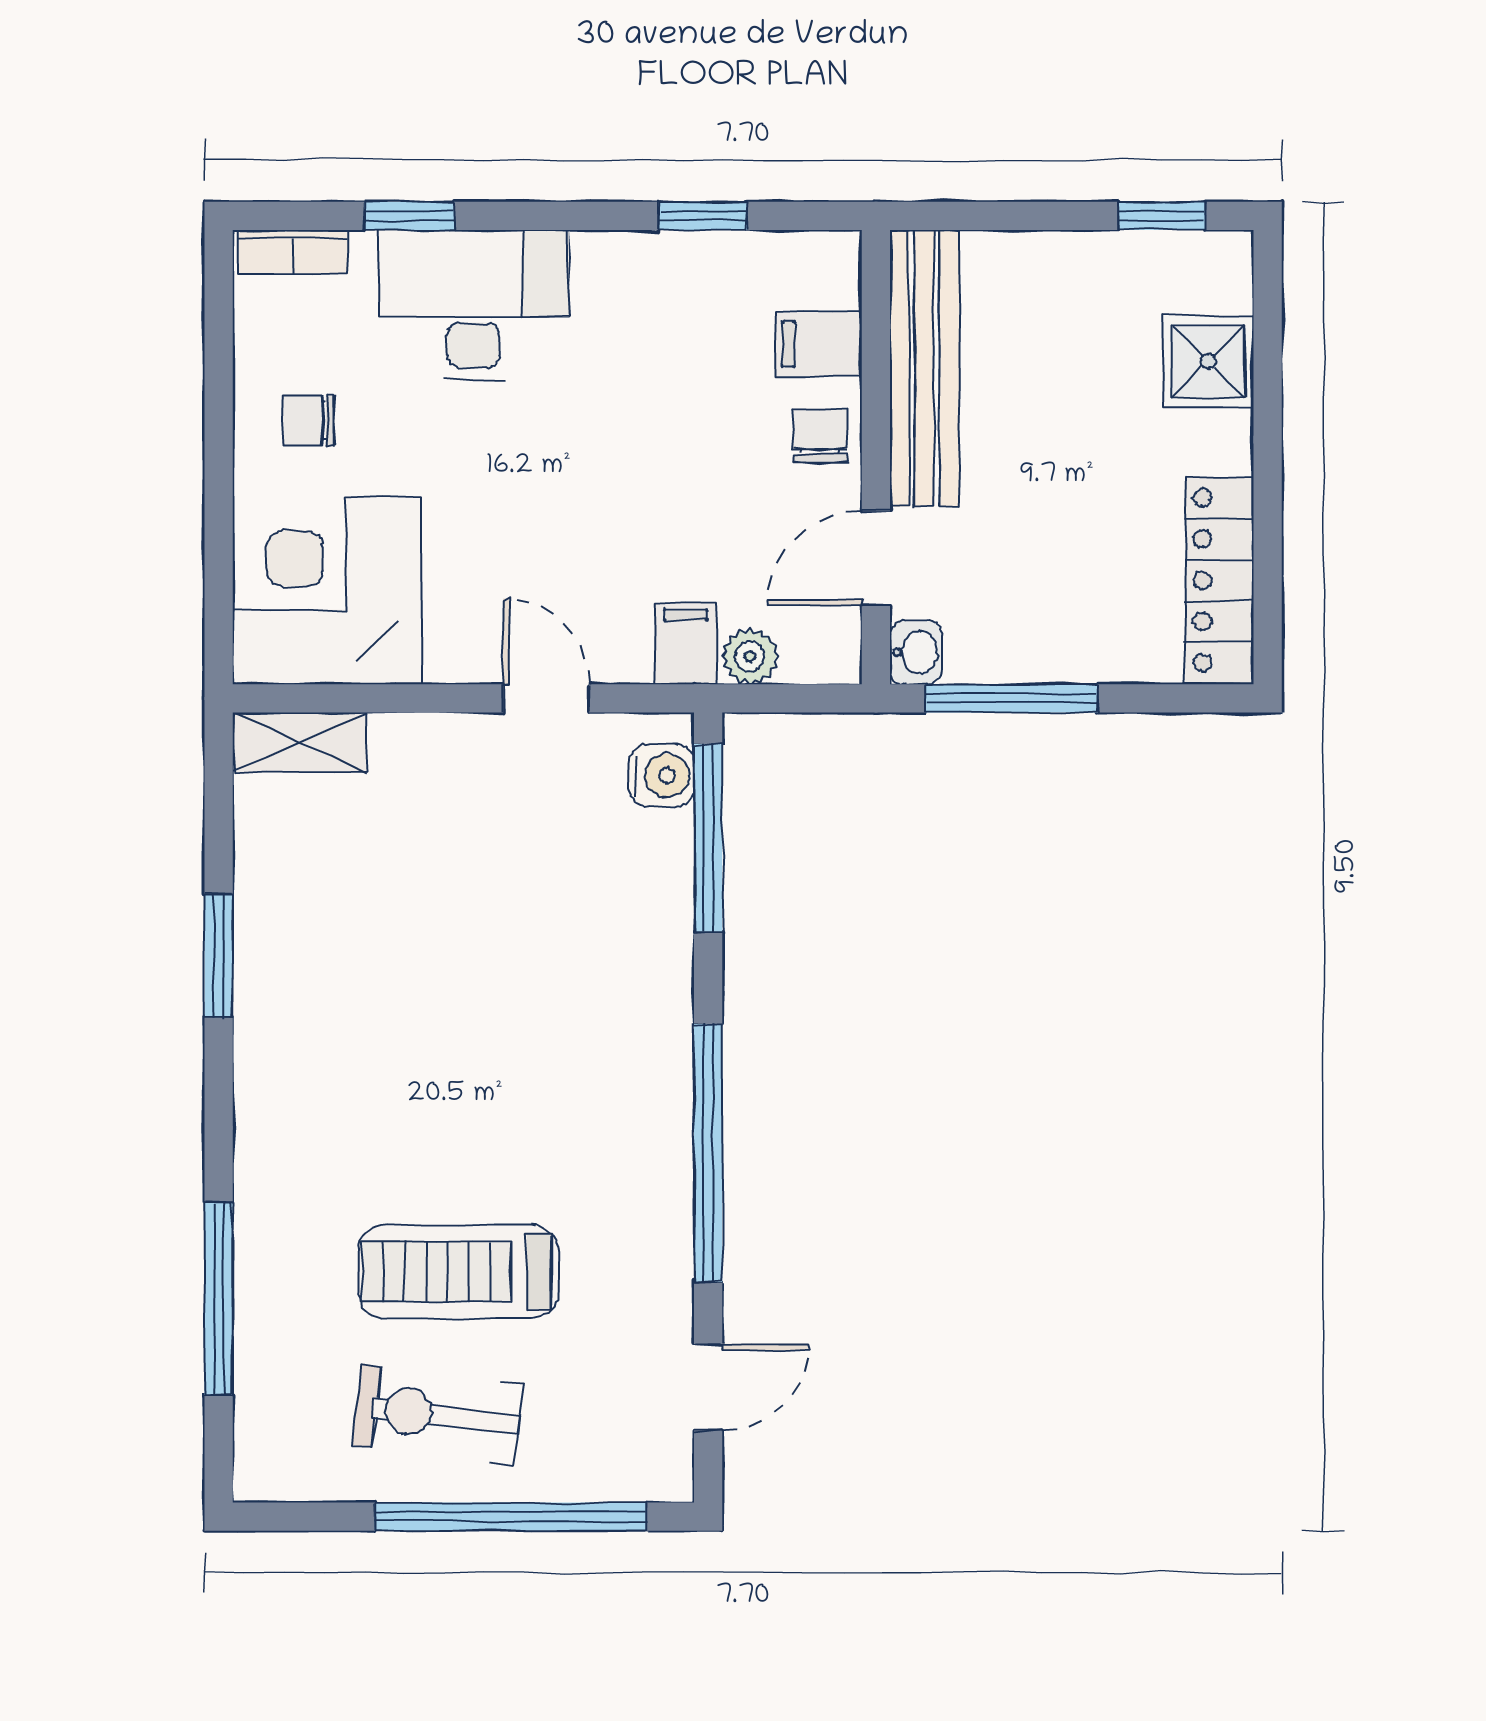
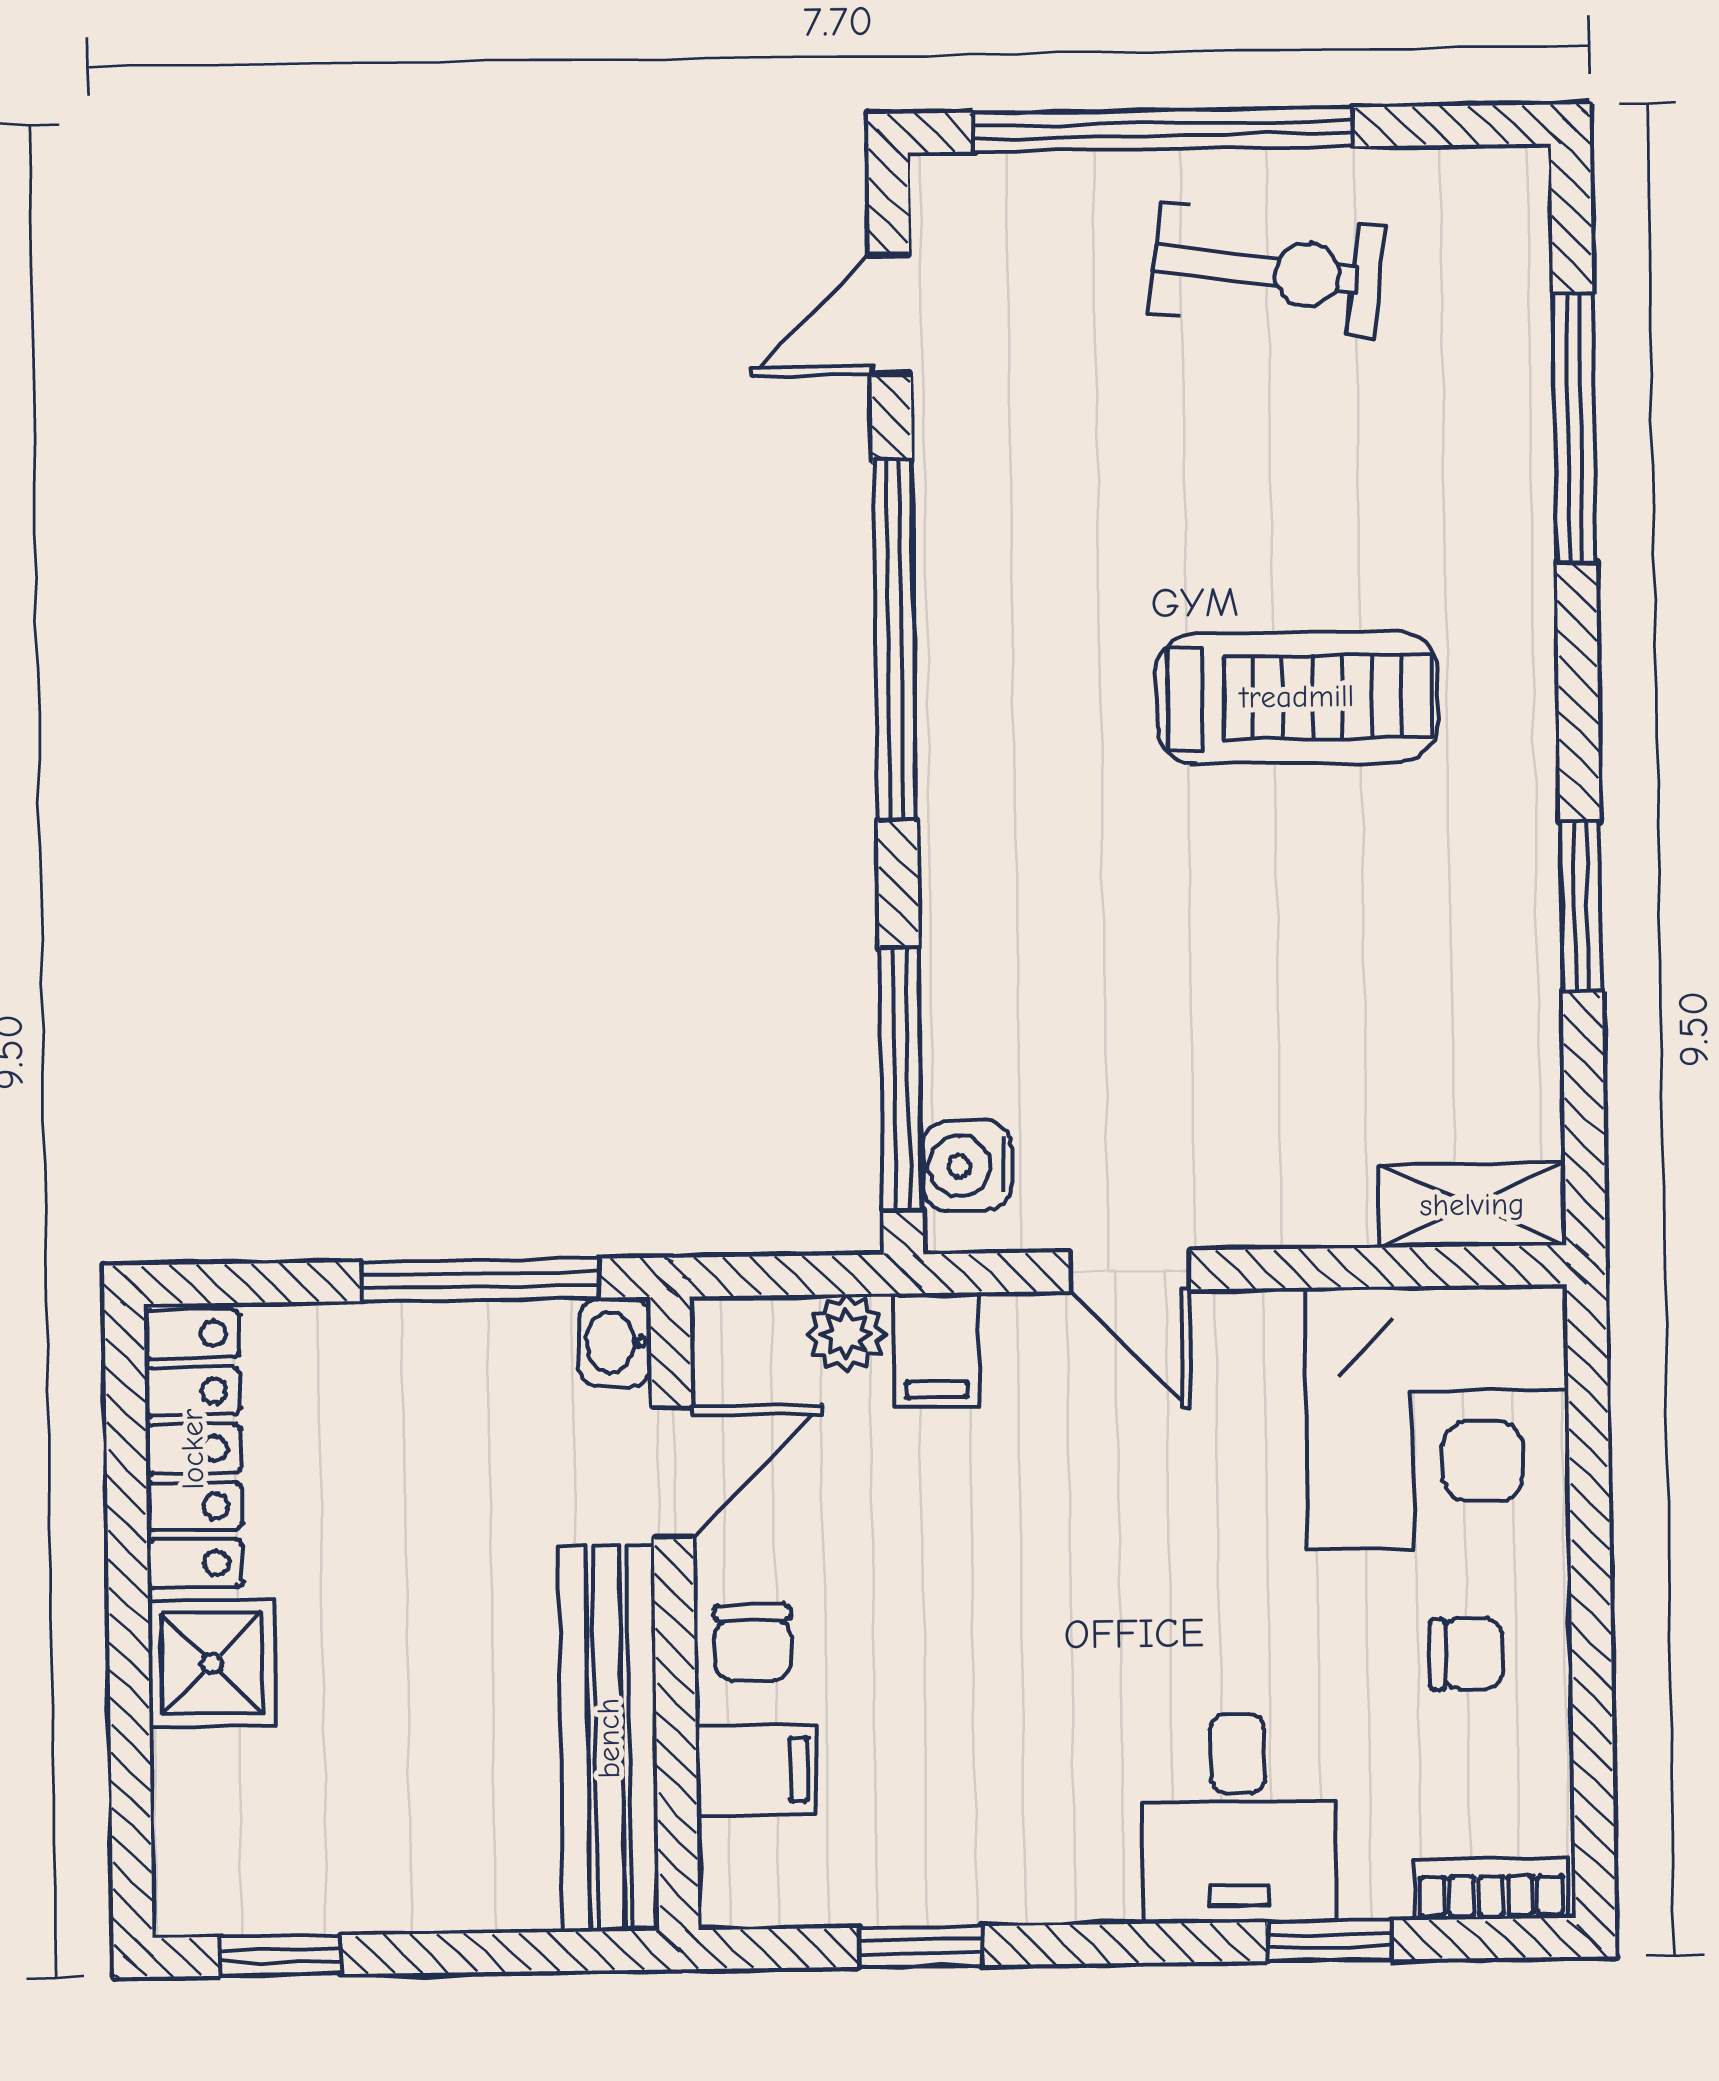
desk: (473, 305) -> (1239, 1818), width x0.73
shower: (1208, 361) -> (212, 1663), moved
treadmill: (458, 1272) -> (1297, 697), moved

